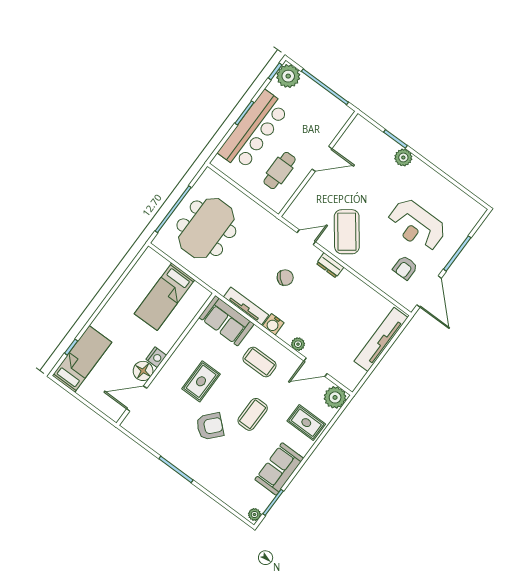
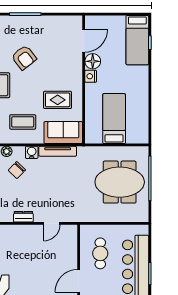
meeting table: (206, 228) -> (120, 182), turned 90
coffee table: (347, 232) -> (28, 246), removed
chair: (285, 278) -> (17, 170), moved
rug: (201, 381) -> (58, 100), moved, turned 90
armchair: (210, 426) -> (24, 58), turned -80

